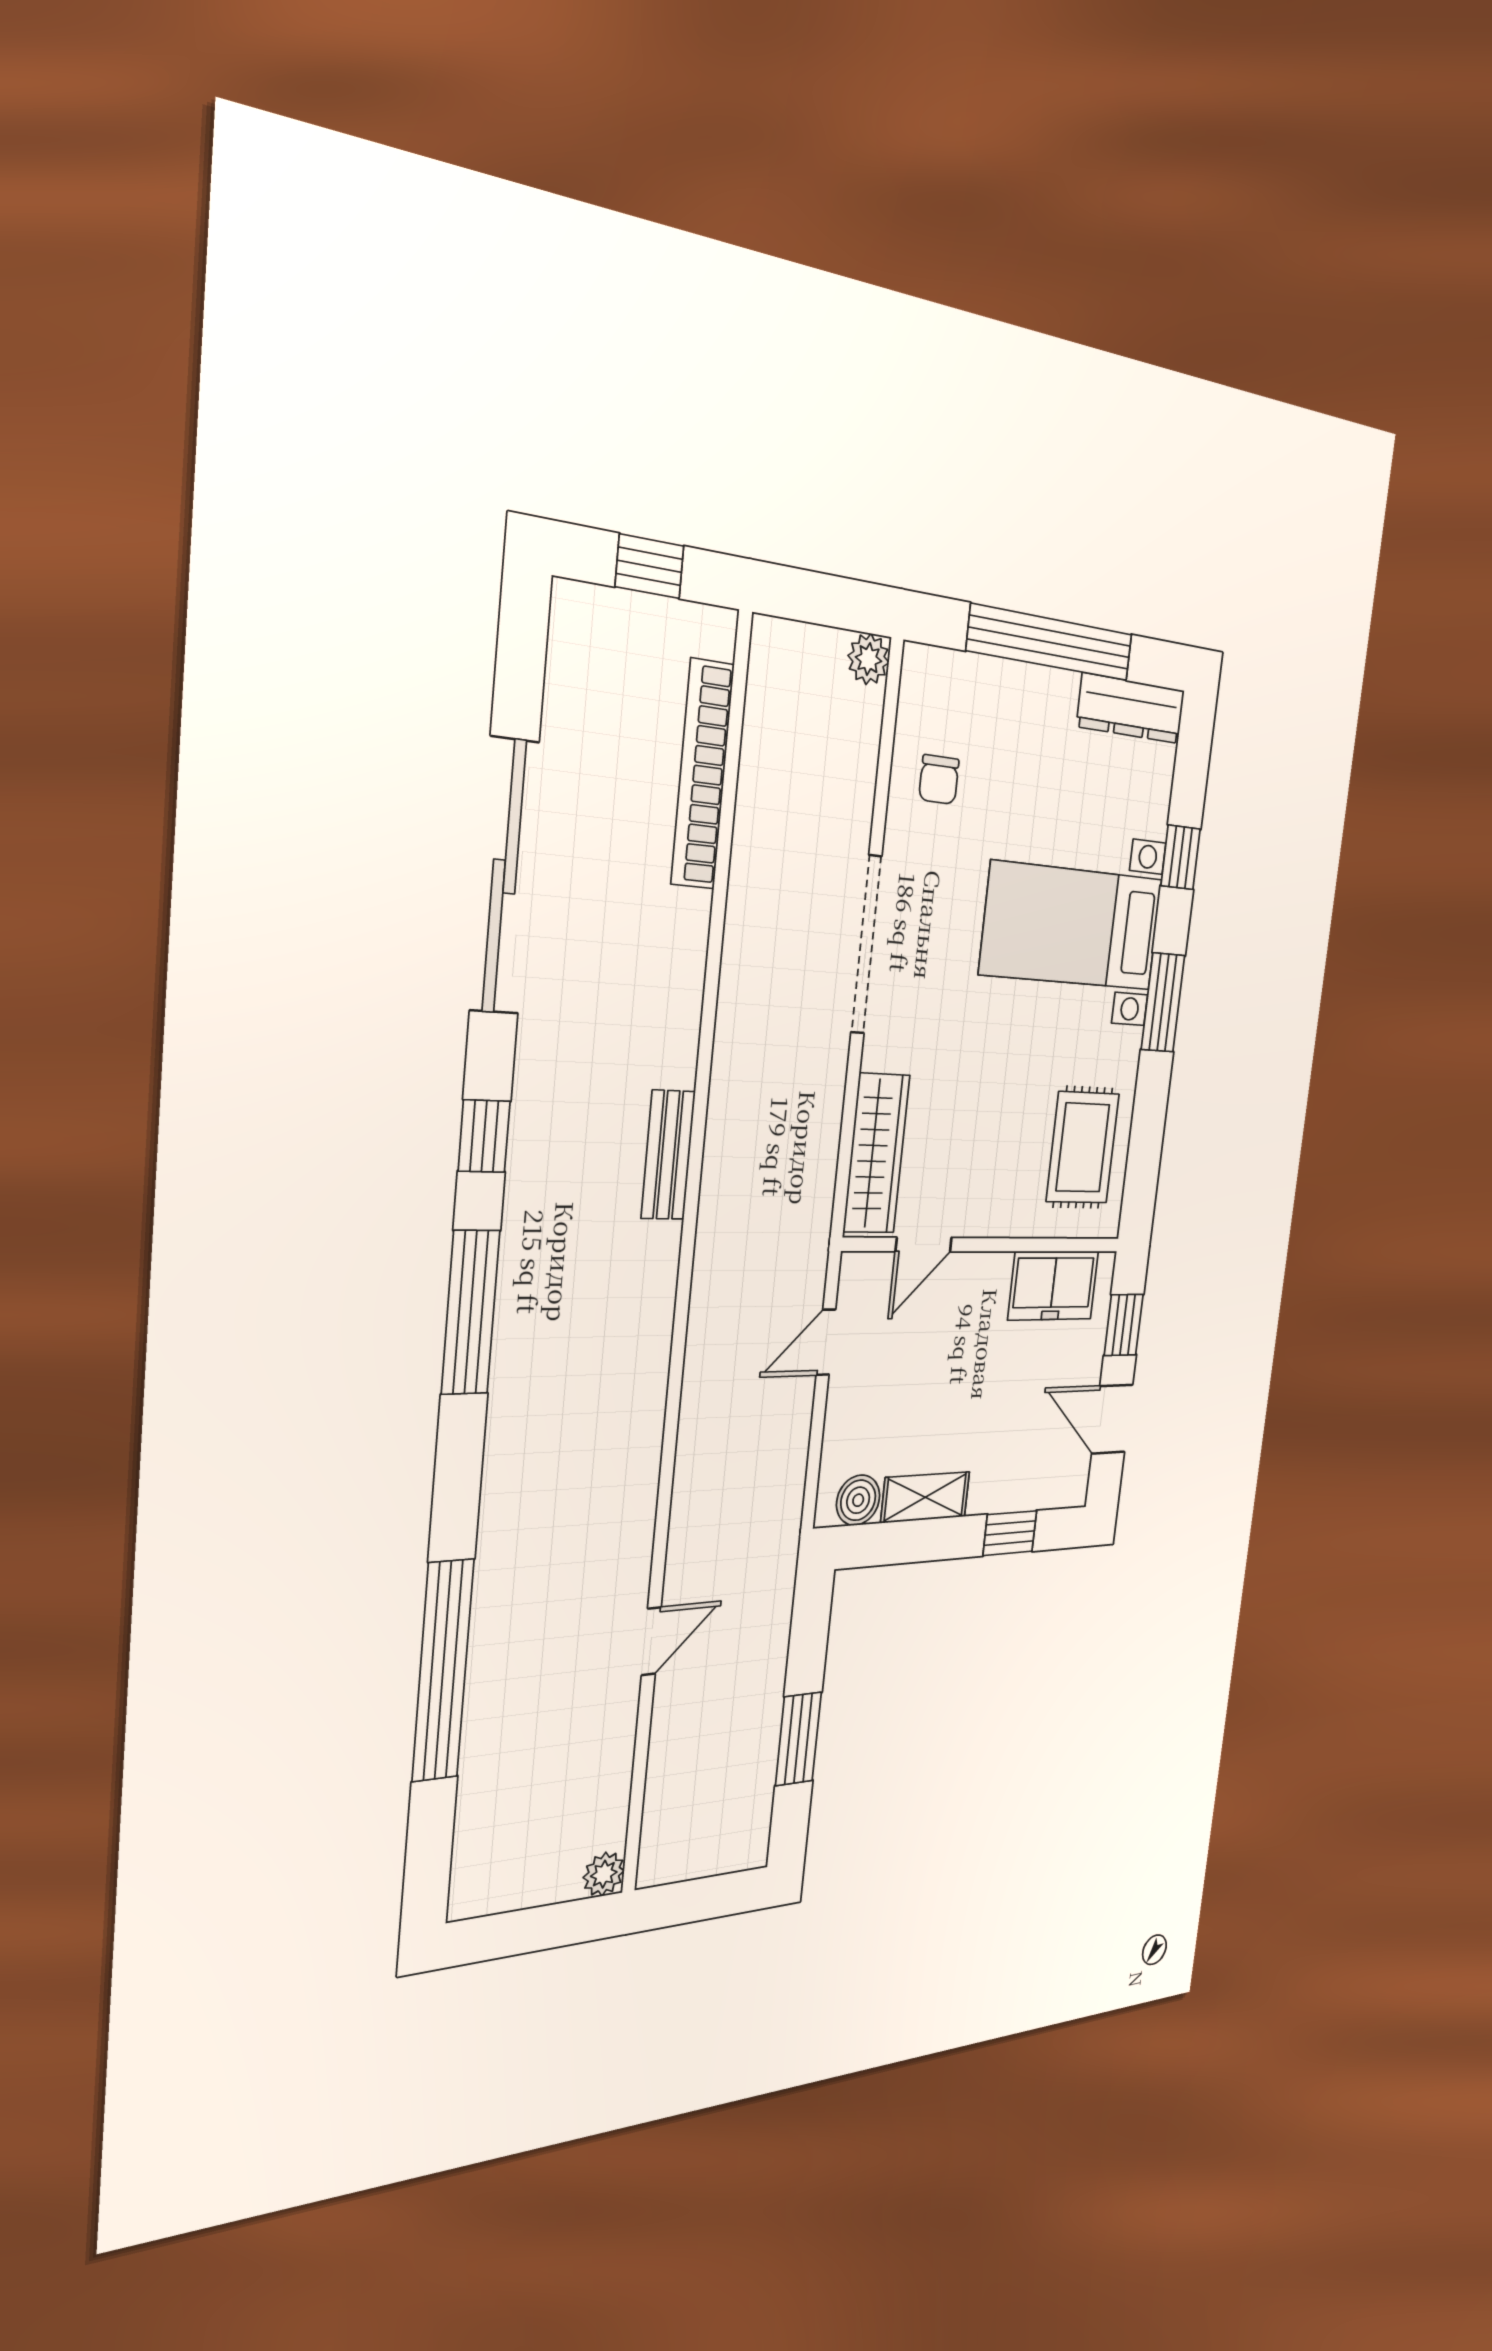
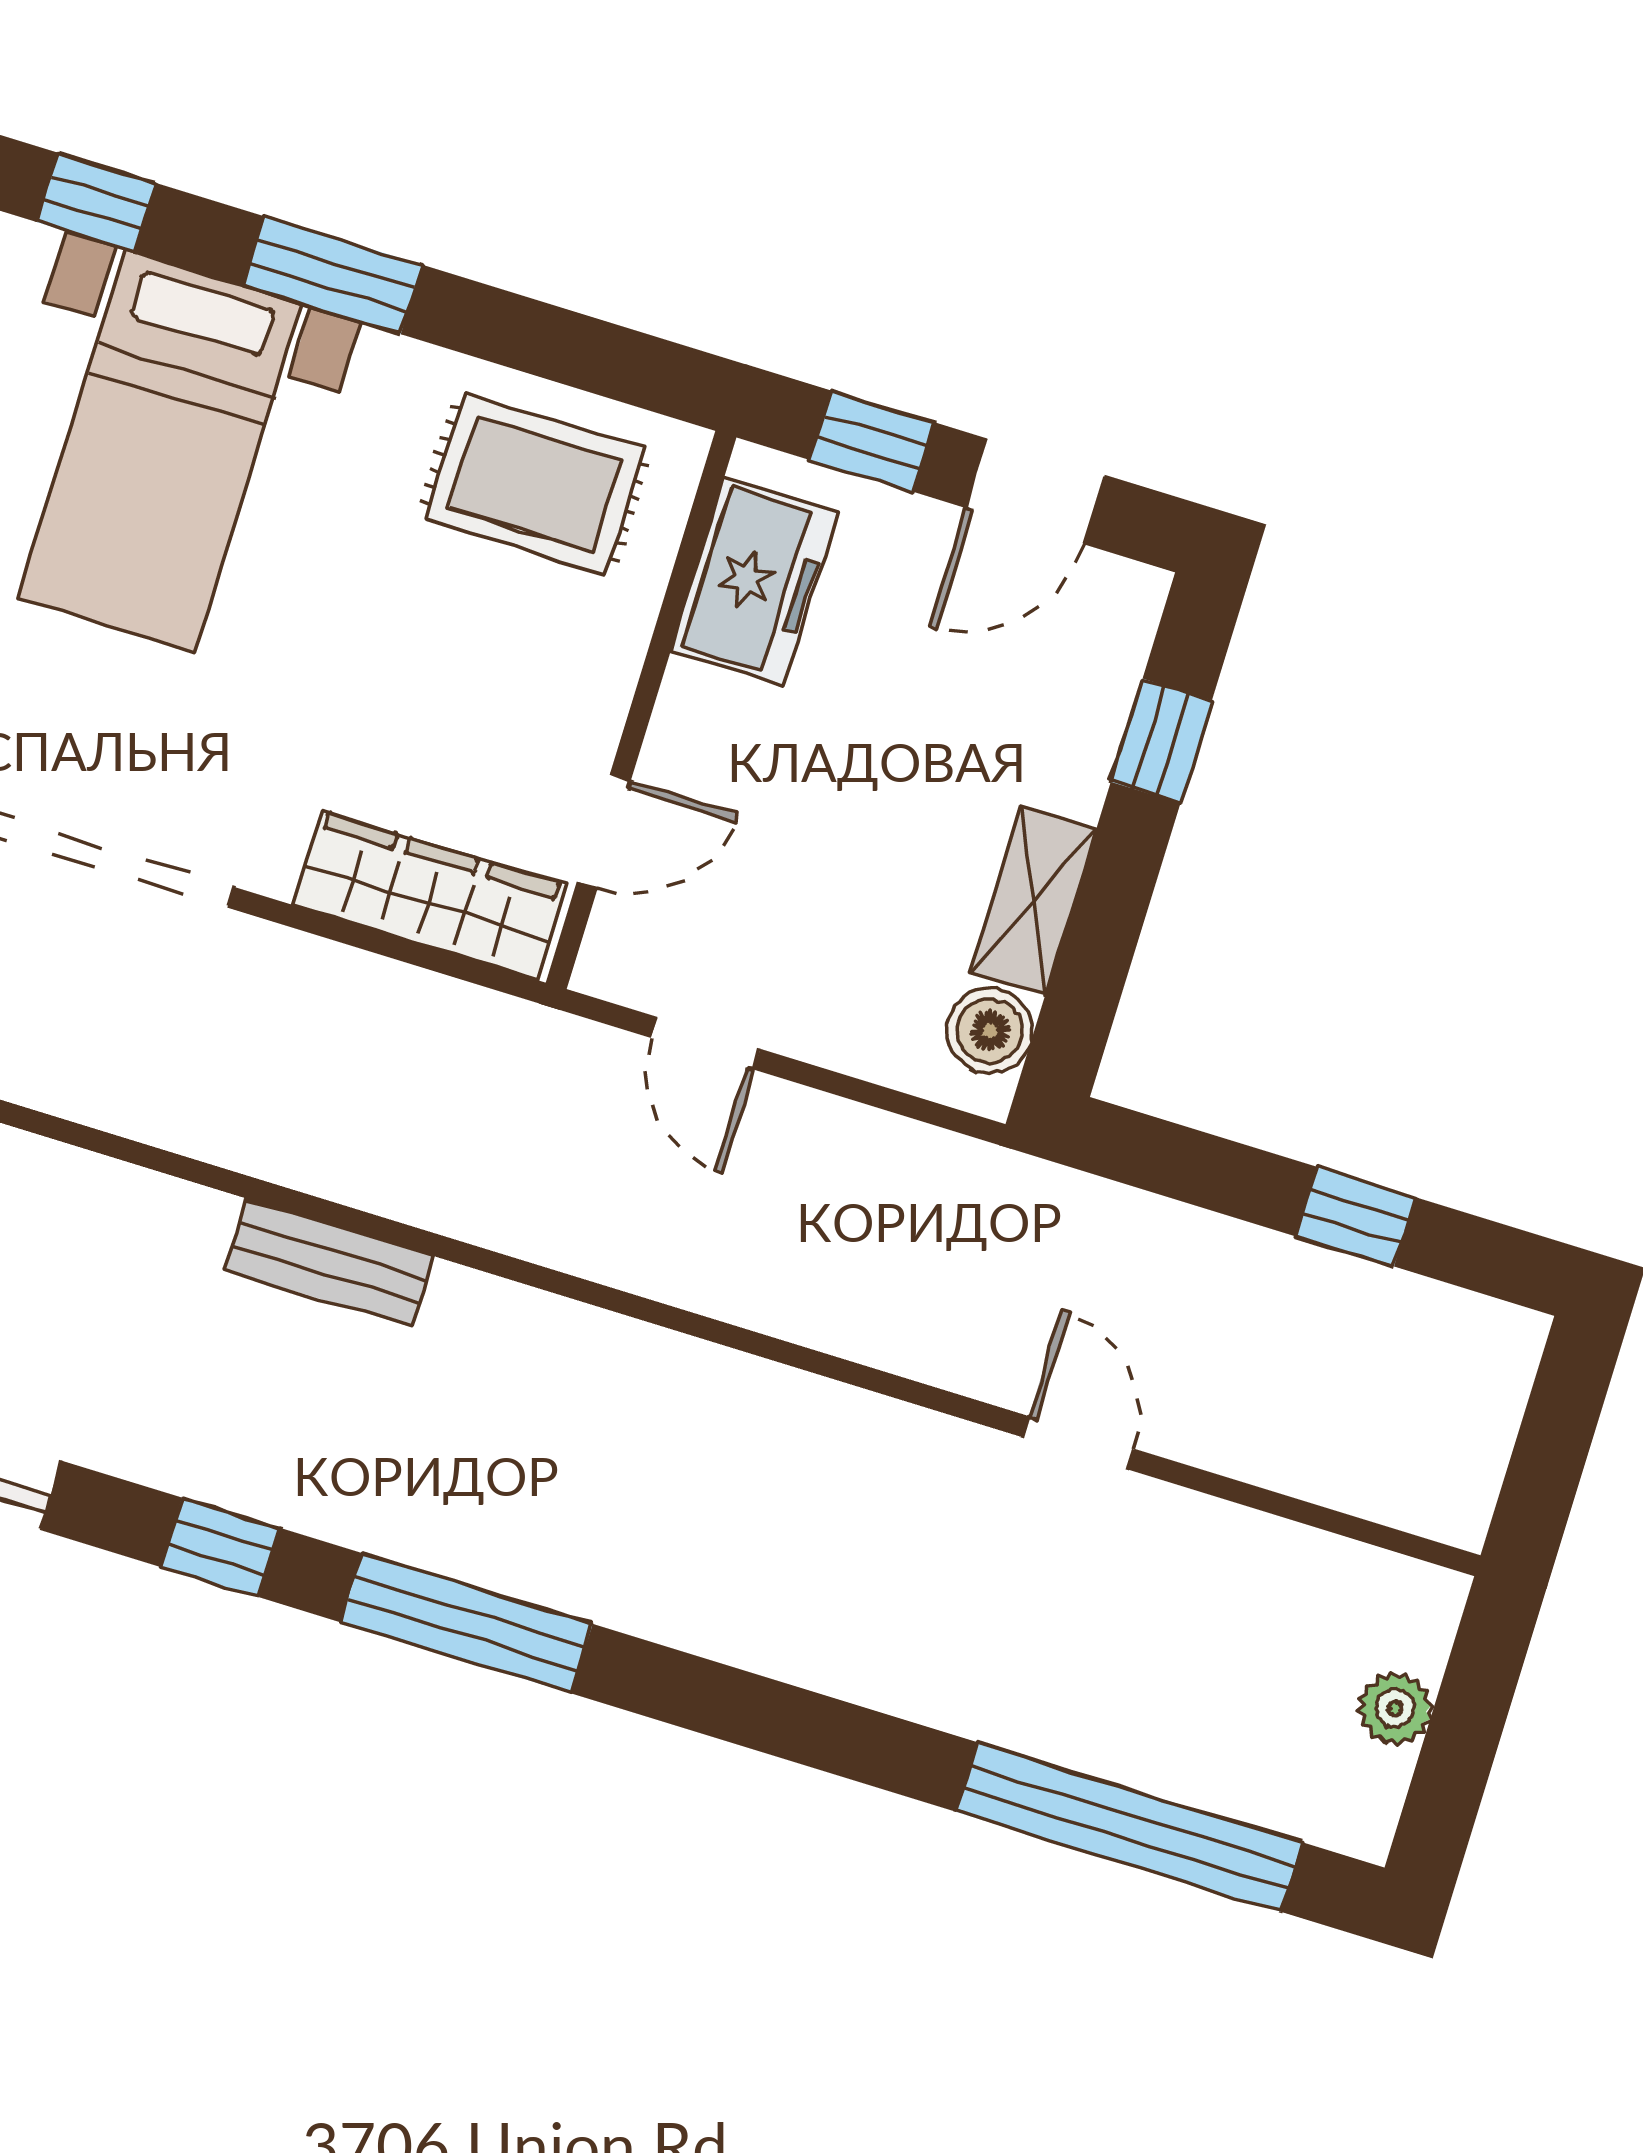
door: (924, 1244) -> (604, 831), hinge flipped
window: (443, 1671) -> (1129, 1827), moved
window: (798, 1739) -> (1355, 1217), width x0.67
plant: (604, 1874) -> (1395, 1708), moved

